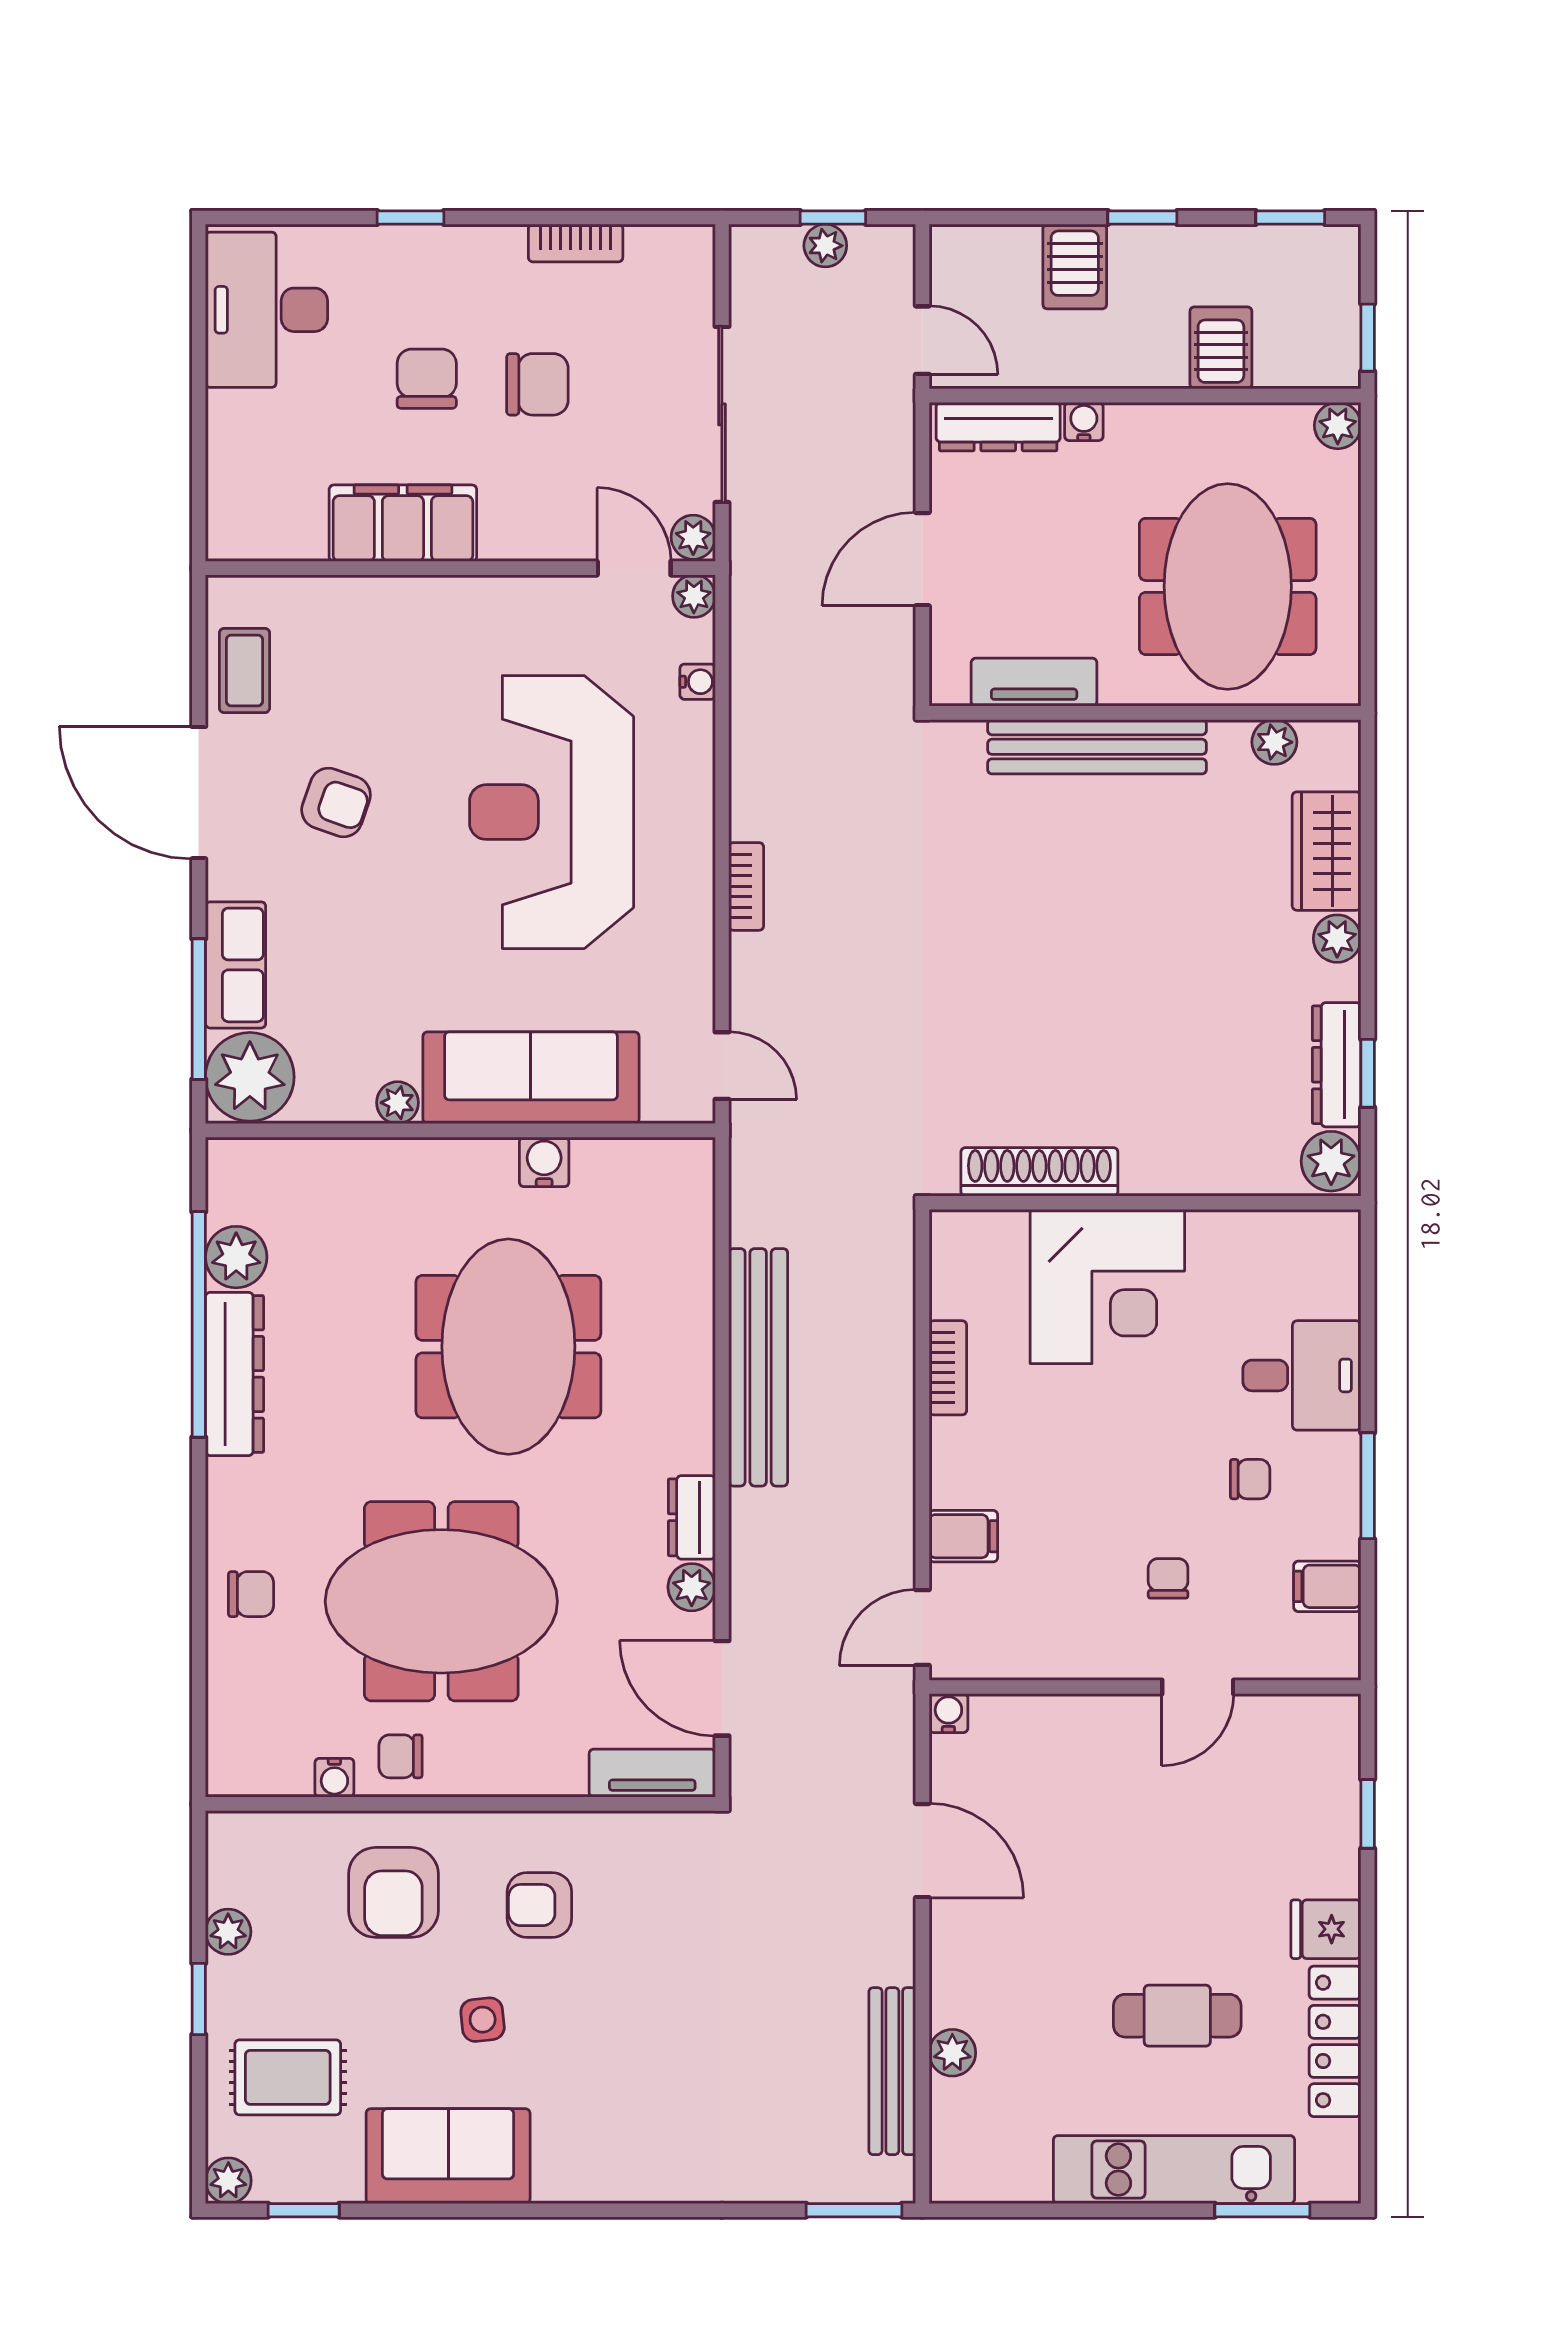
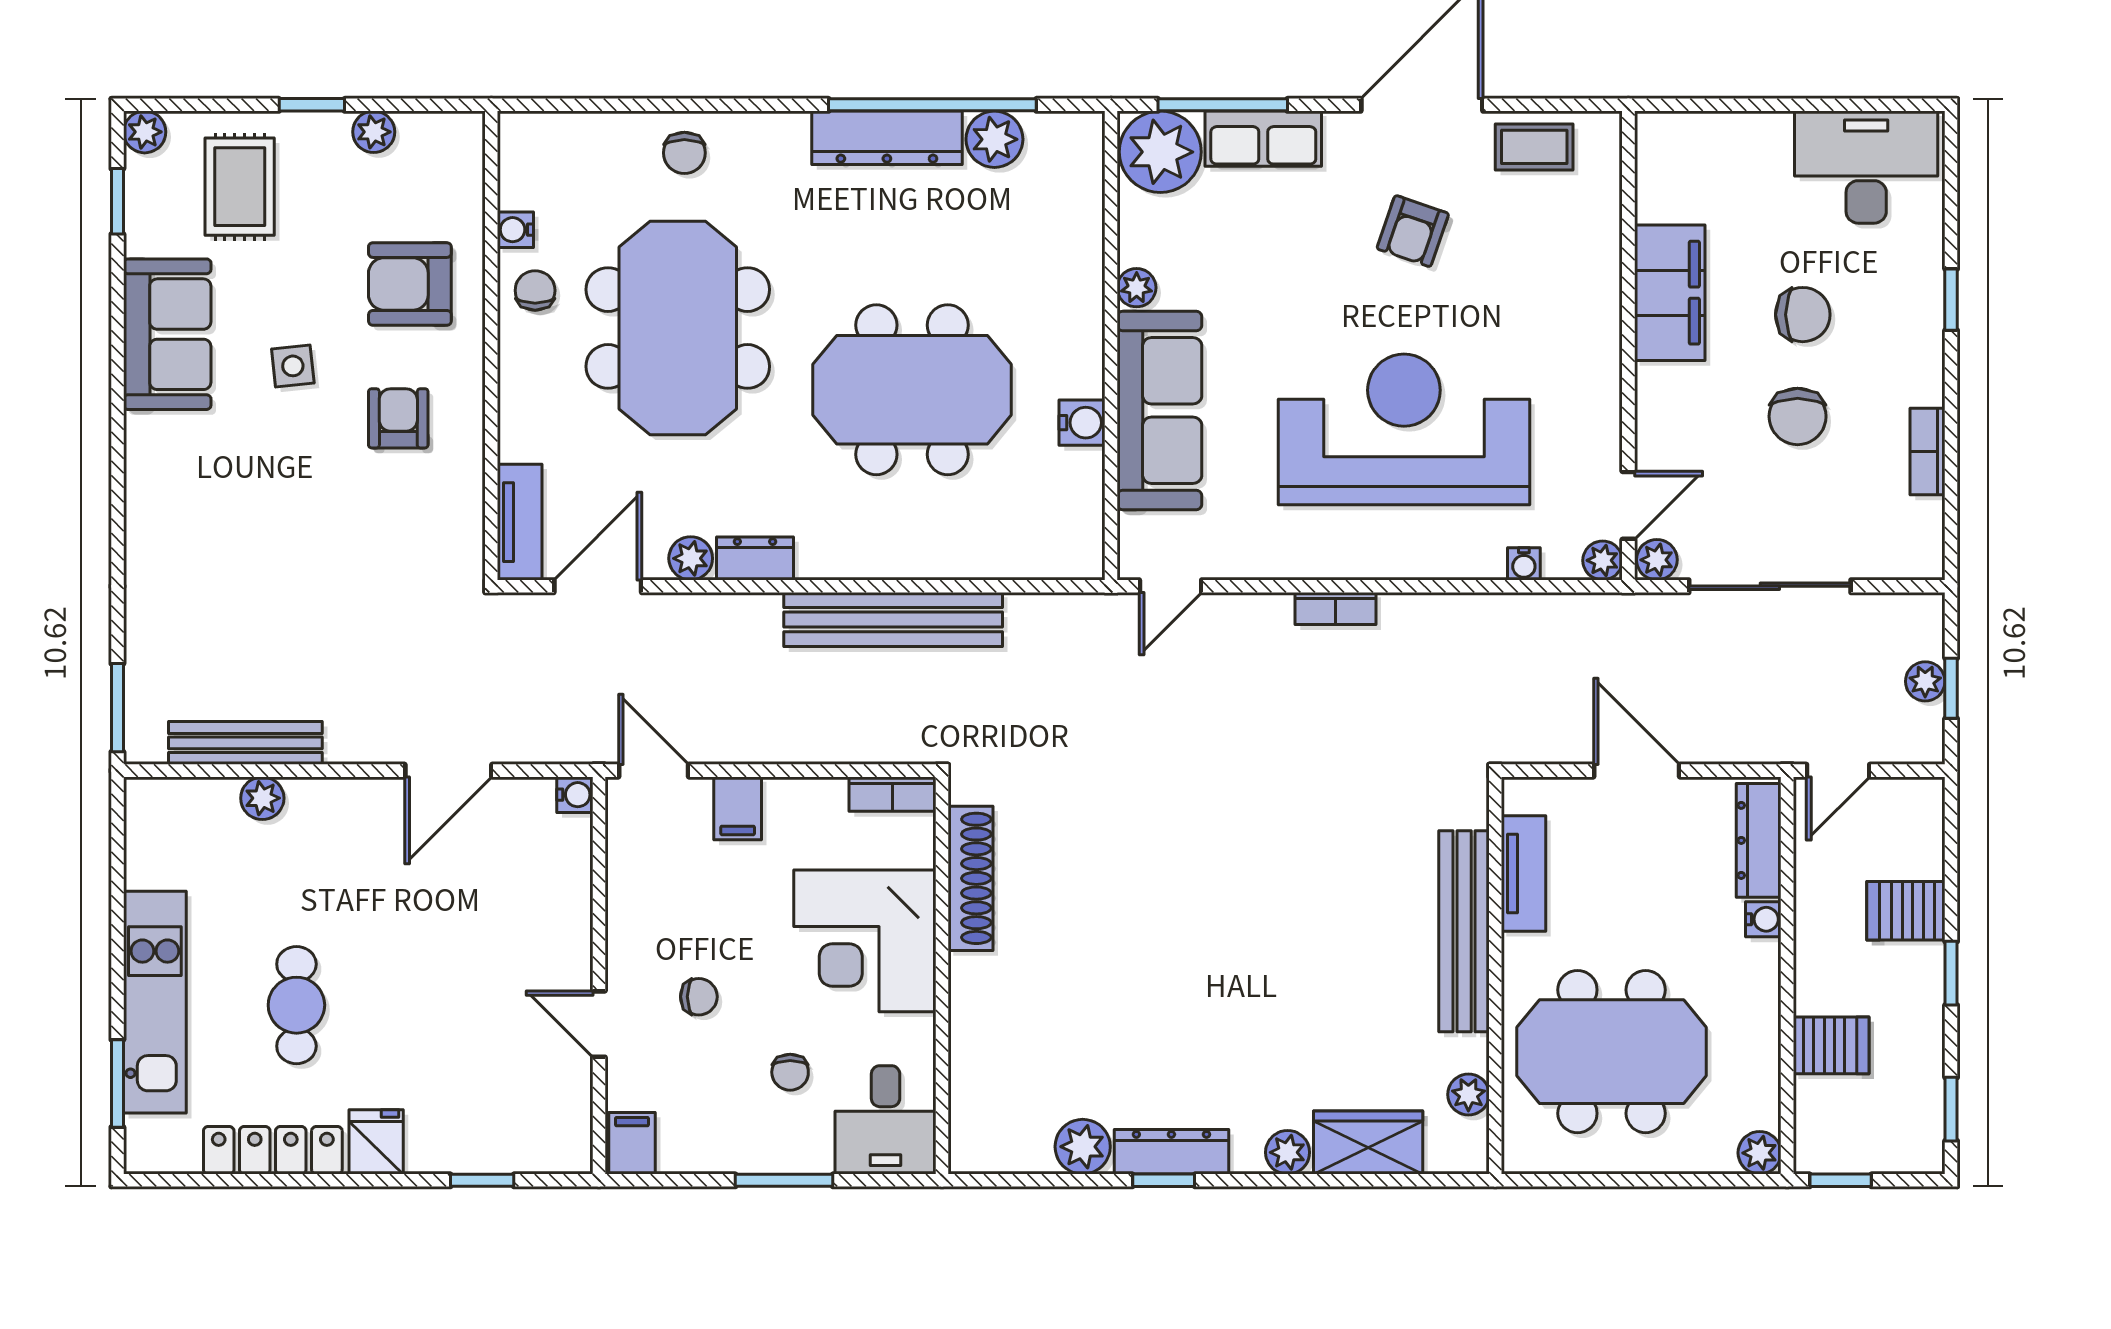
shoe rack: (1039, 1172) -> (971, 878), moved
wall: (1145, 1203) -> (942, 975), moved
corner desk: (1107, 1287) -> (865, 941), moved
filing cabinet: (1327, 1586) -> (632, 1143), moved

